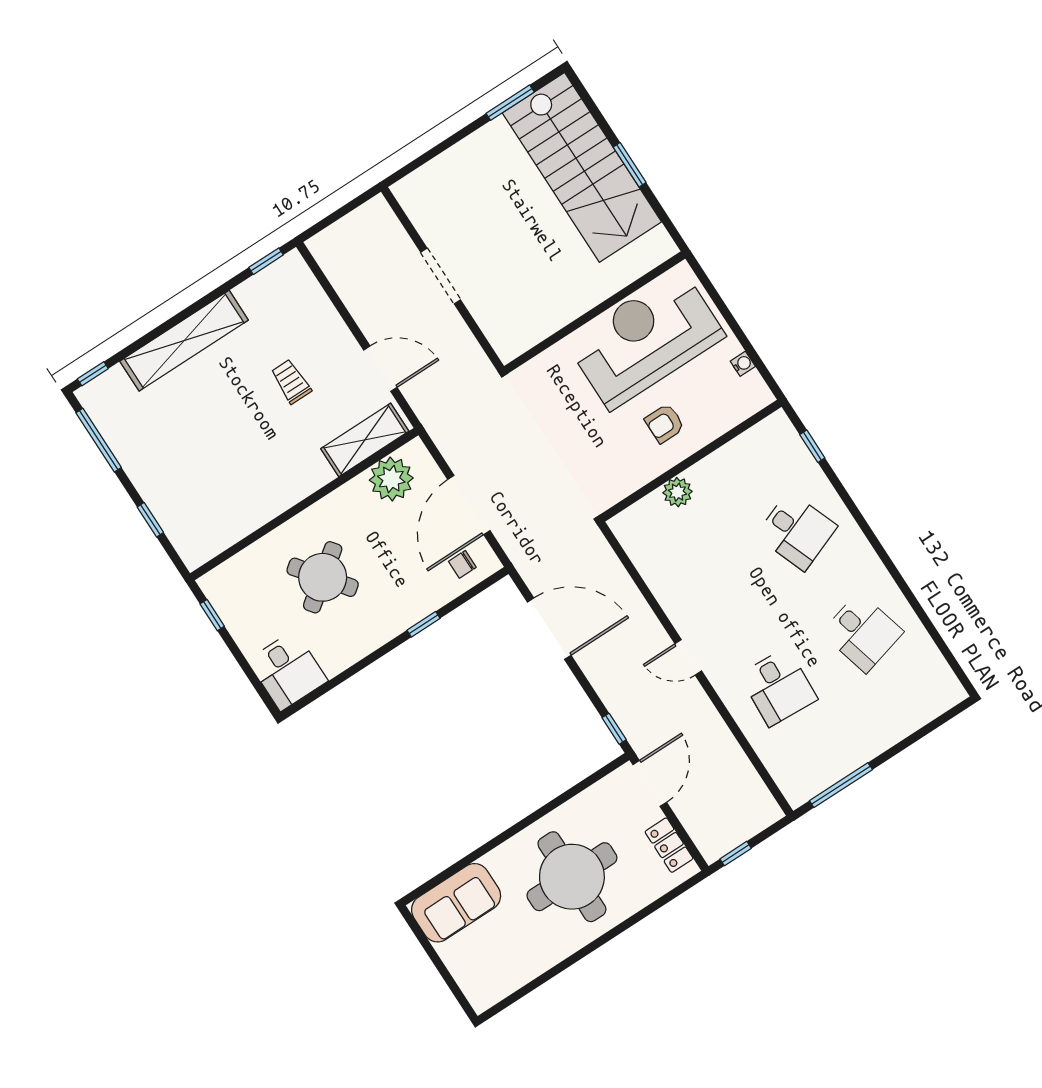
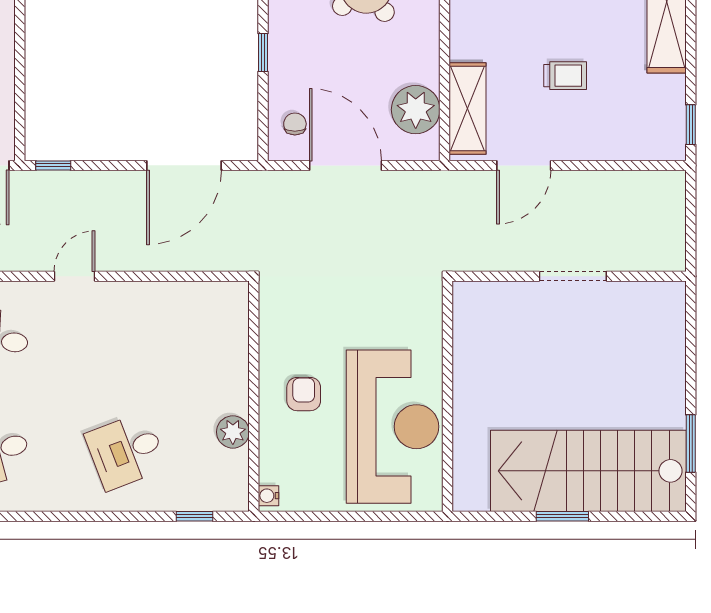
water cooler: (743, 364) -> (268, 496), moved, turned 90
plant: (678, 492) -> (233, 432), moved

